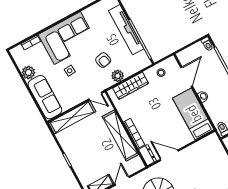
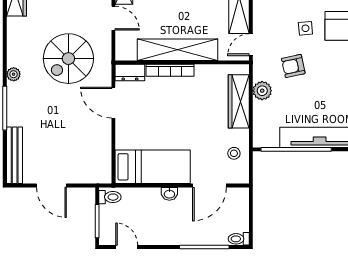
armchair: (103, 60) -> (293, 66), moved
door: (186, 77) -> (209, 186), hinge flipped
door: (169, 155) -> (113, 103), swing flipped

